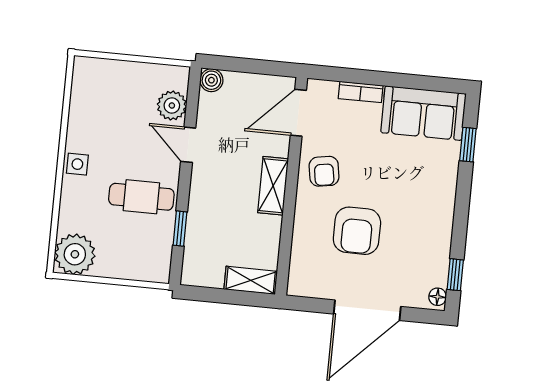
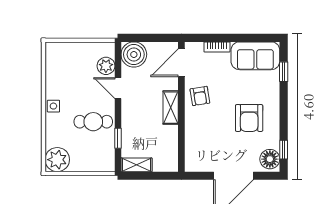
boiler: (211, 80) -> (134, 54), width x1.86, depth x1.86
armchair: (357, 231) -> (249, 118), moved
shelving: (251, 280) -> (136, 165), moved
floor lamp: (438, 297) -> (270, 159), width x1.89, depth x1.89

